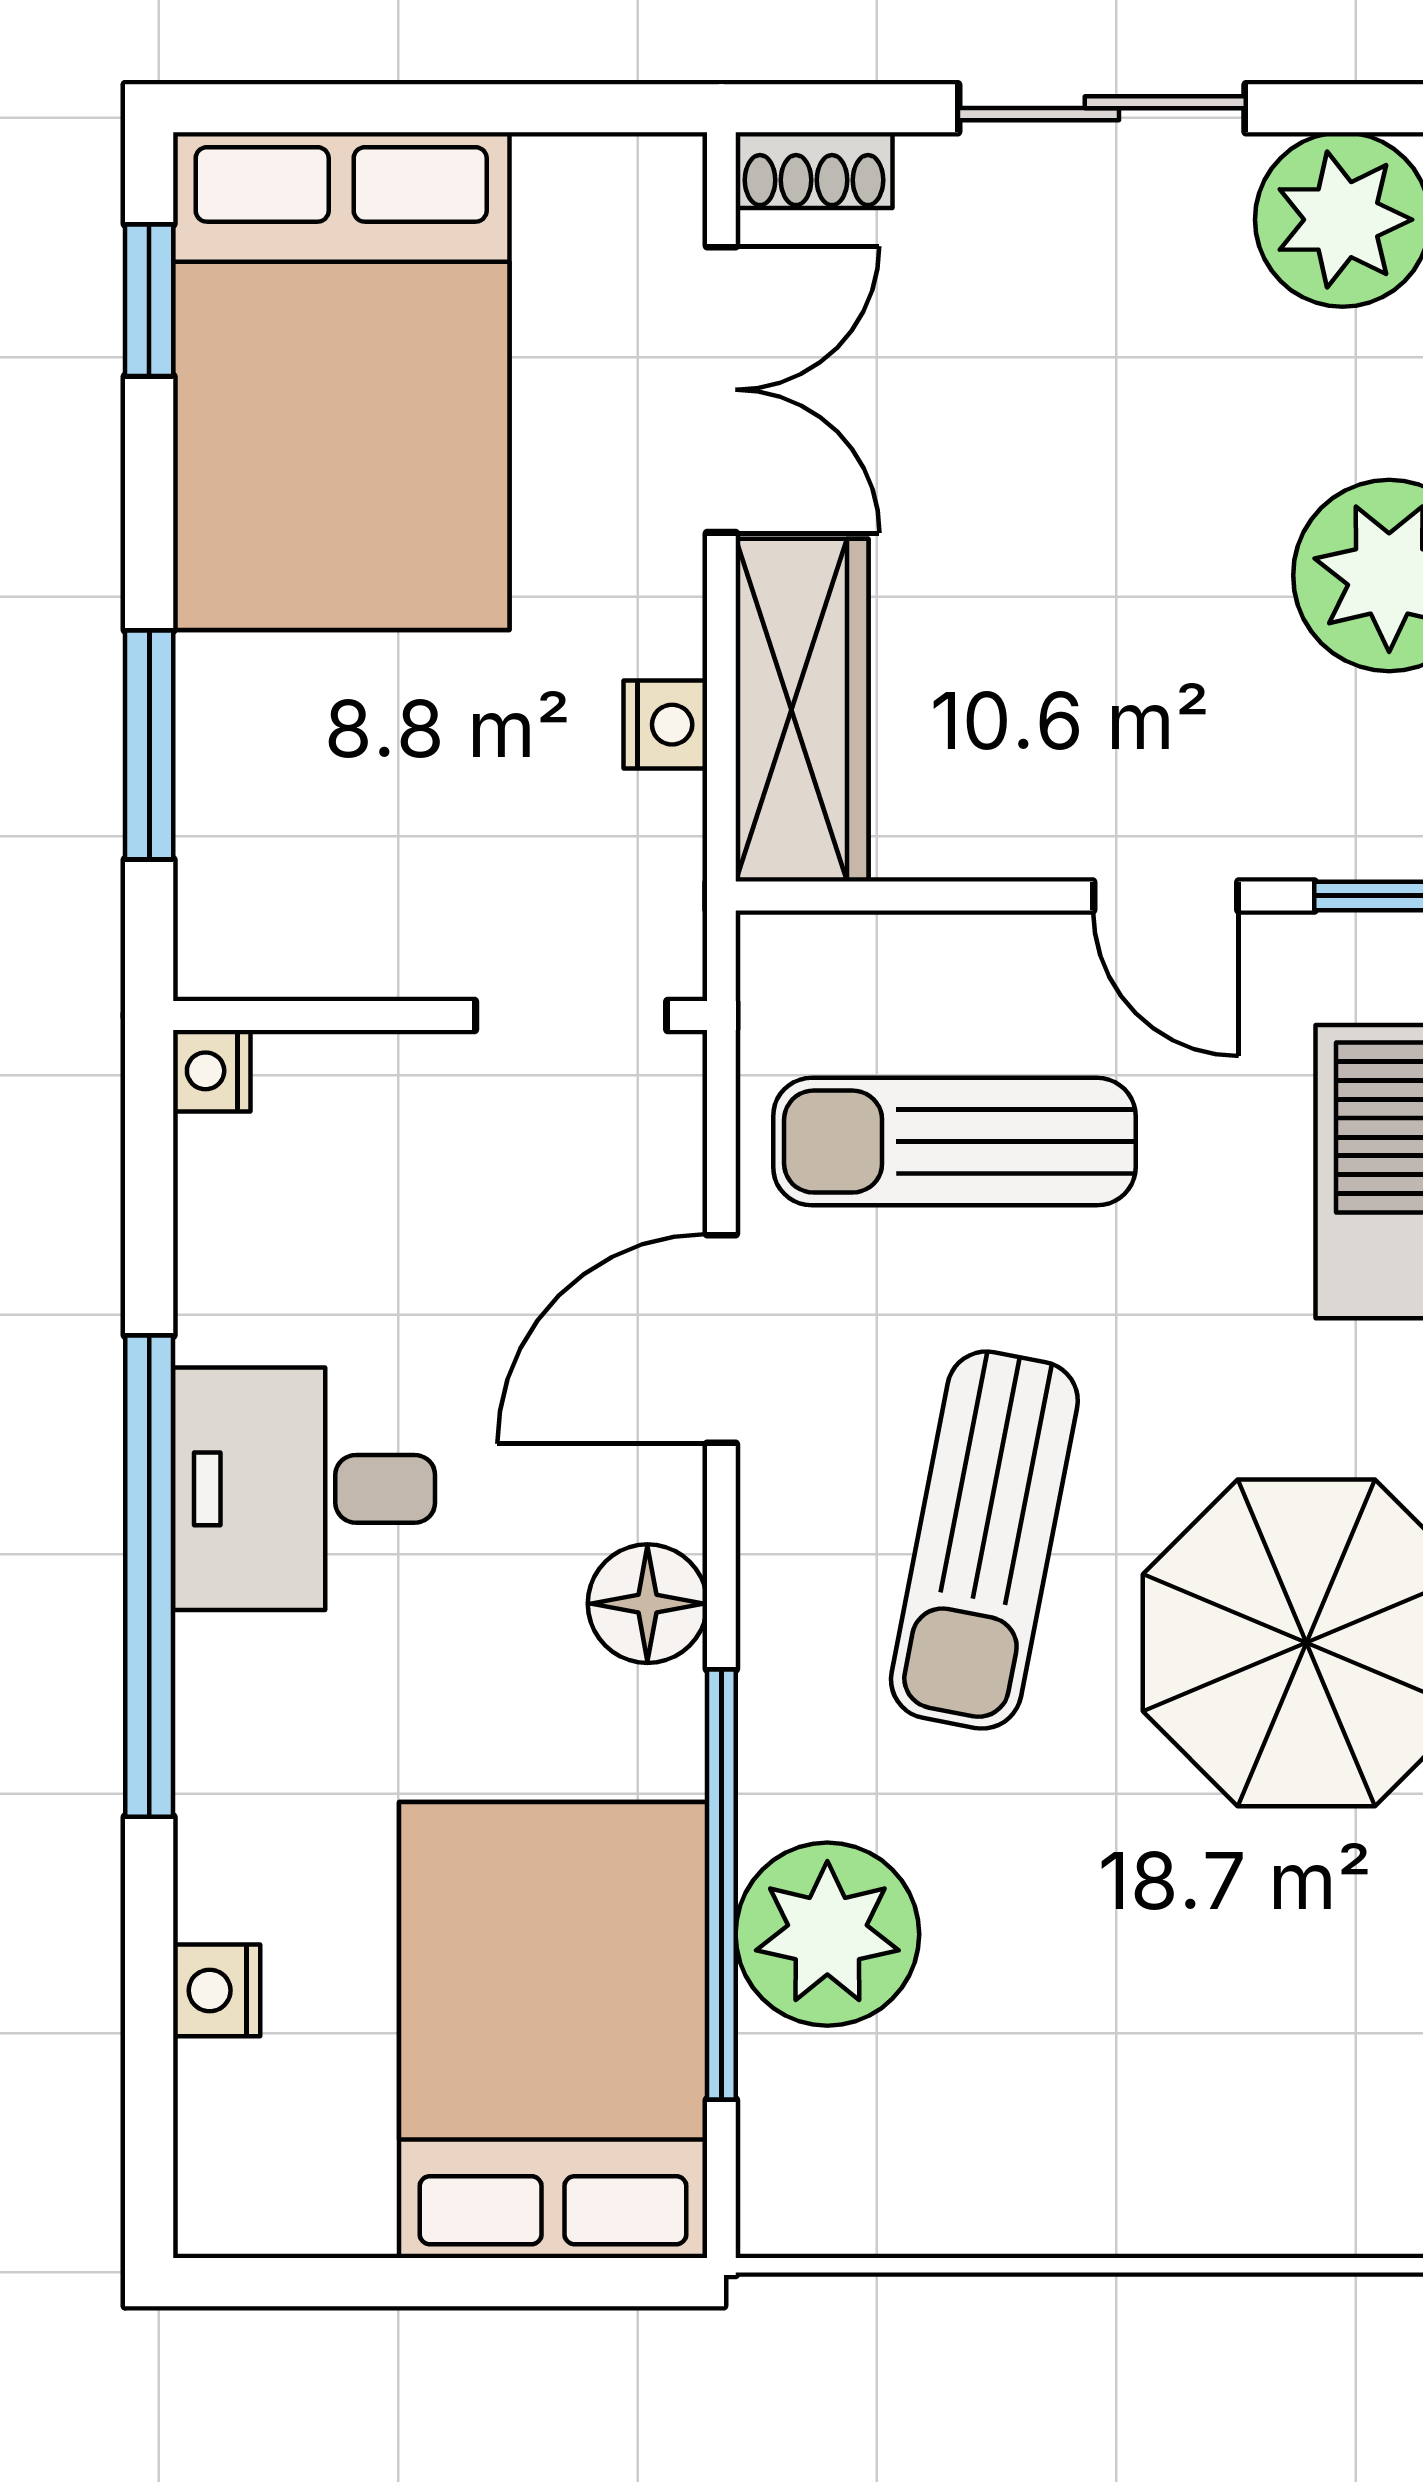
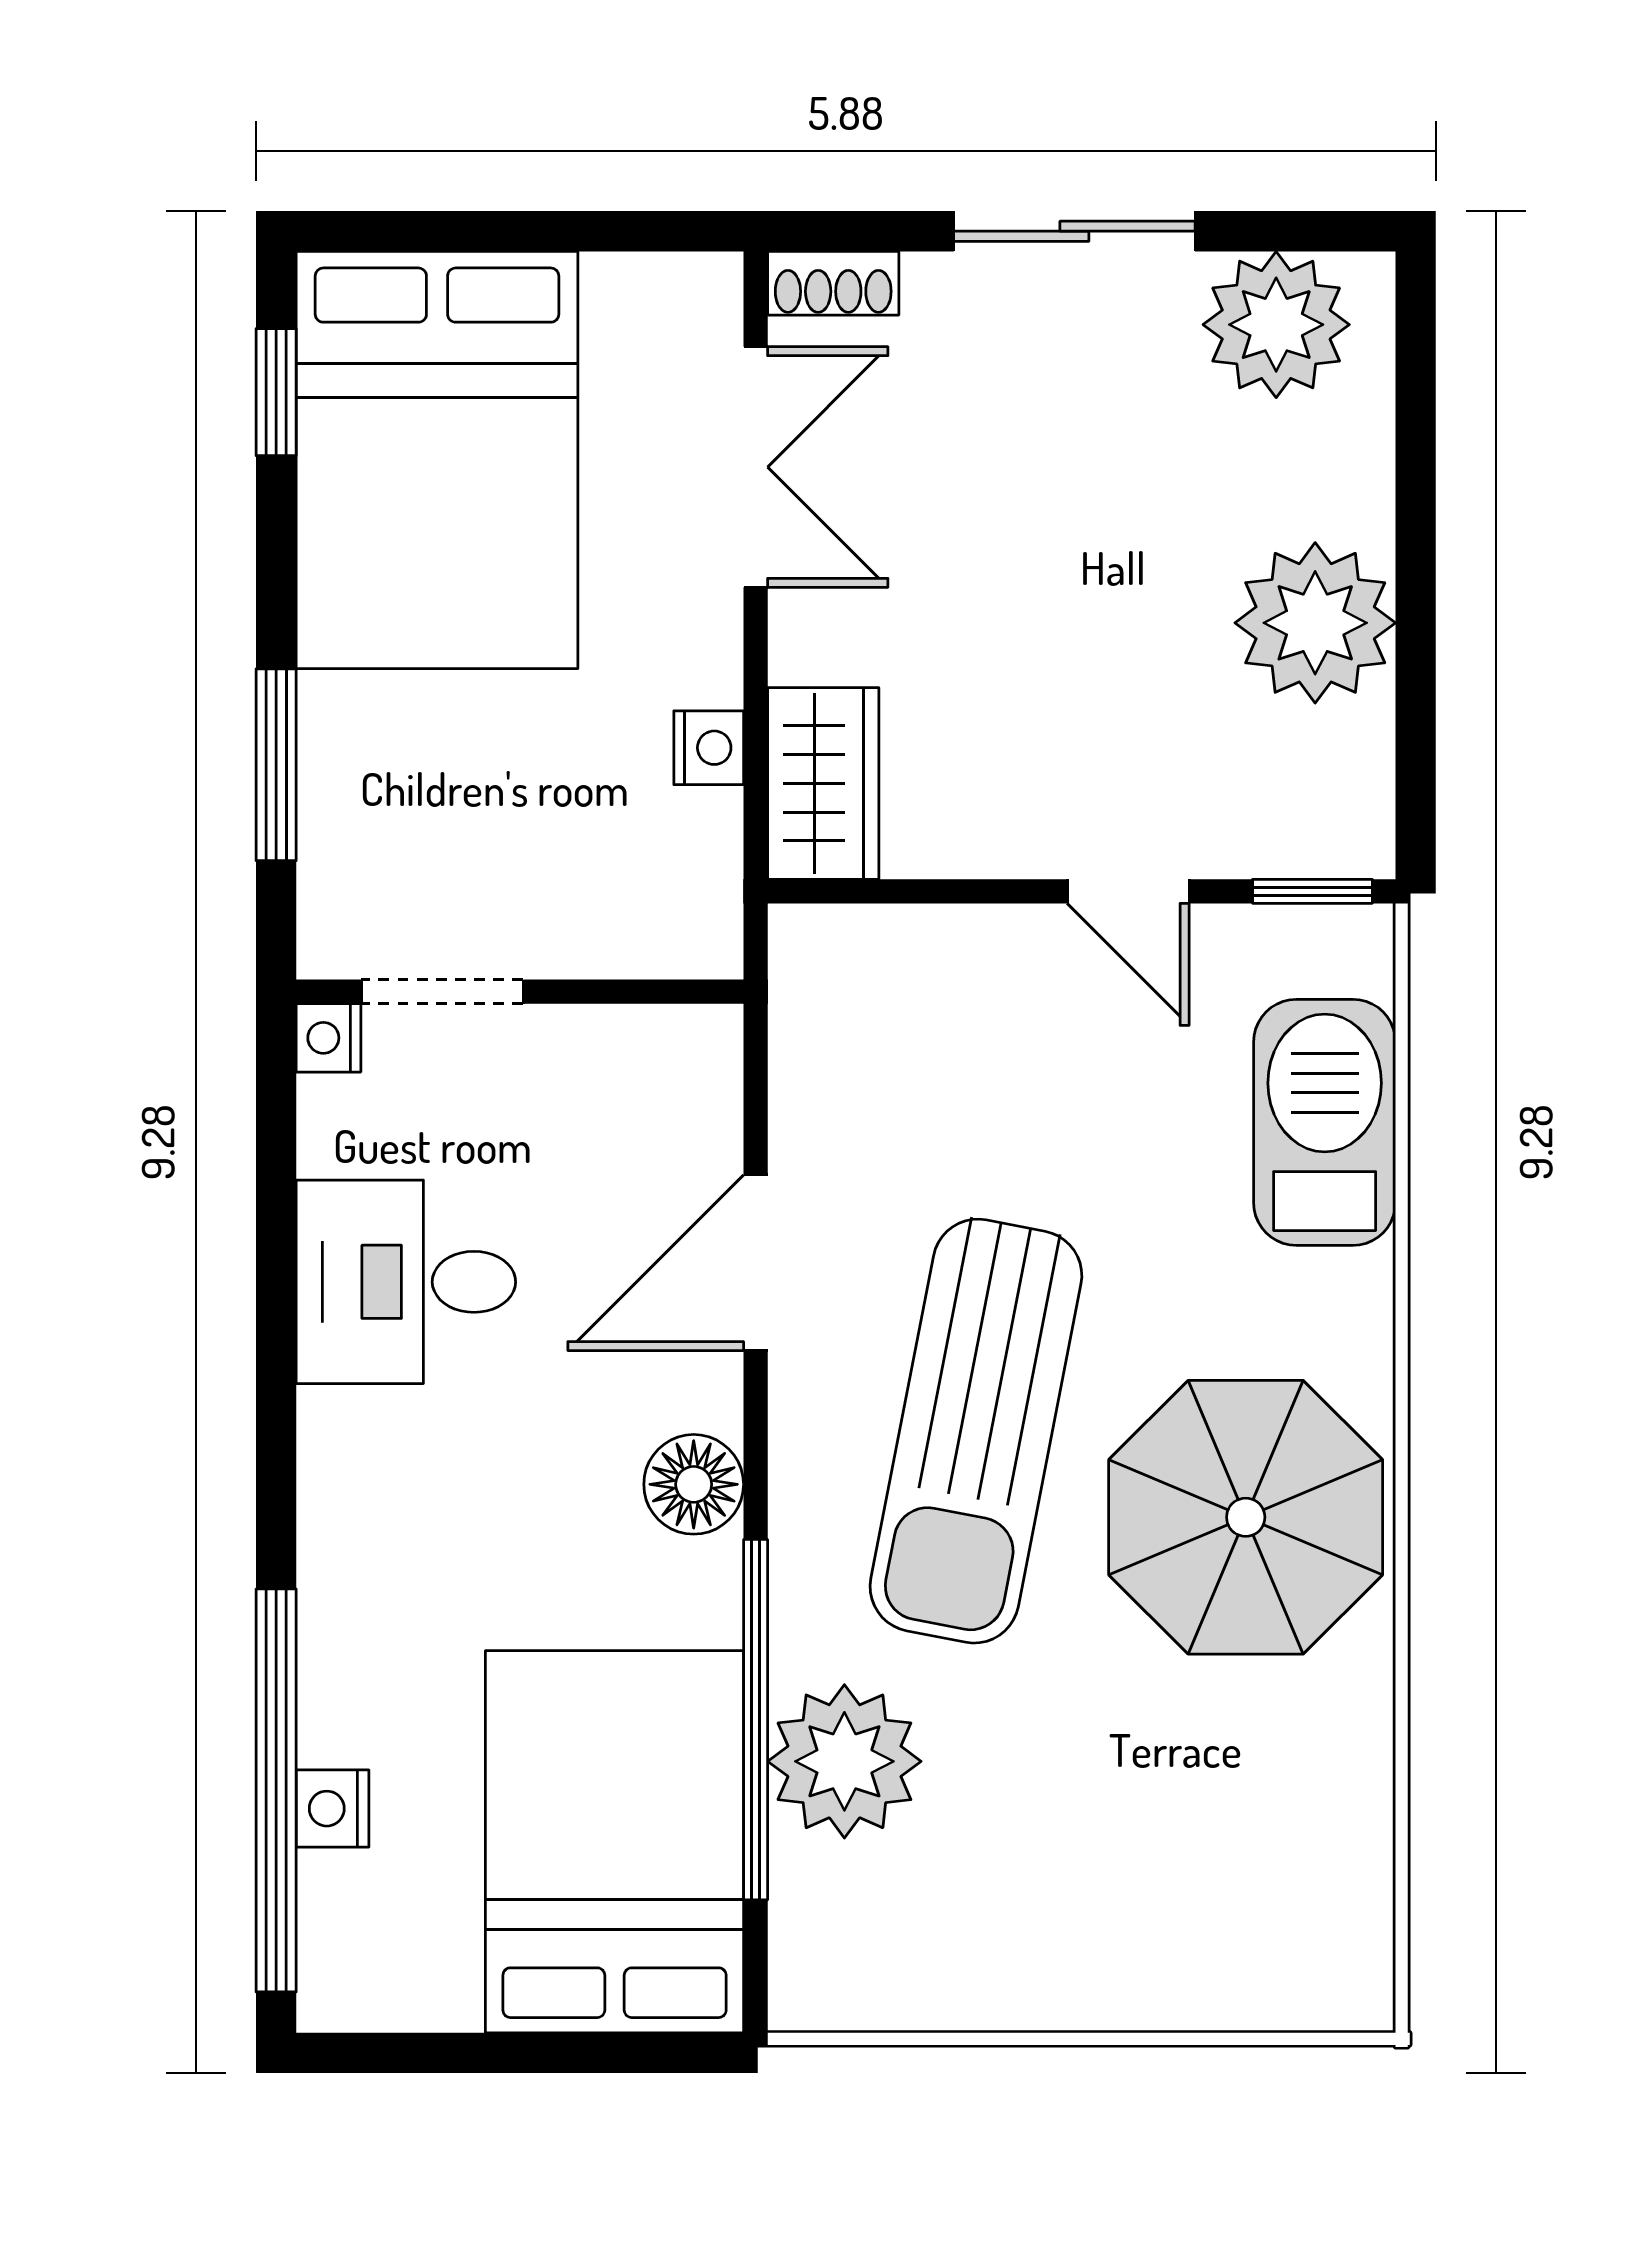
wardrobe: (802, 710) -> (823, 783), width x0.67
doorway: (571, 1016) -> (442, 992), moved
sun lounger: (954, 1142) -> (951, 1097), removed
desk: (304, 1489) -> (406, 1282), moved
sun lounger: (984, 1540) -> (976, 1431), width x1.36, depth x1.34
window: (149, 1576) -> (276, 1790), moved

